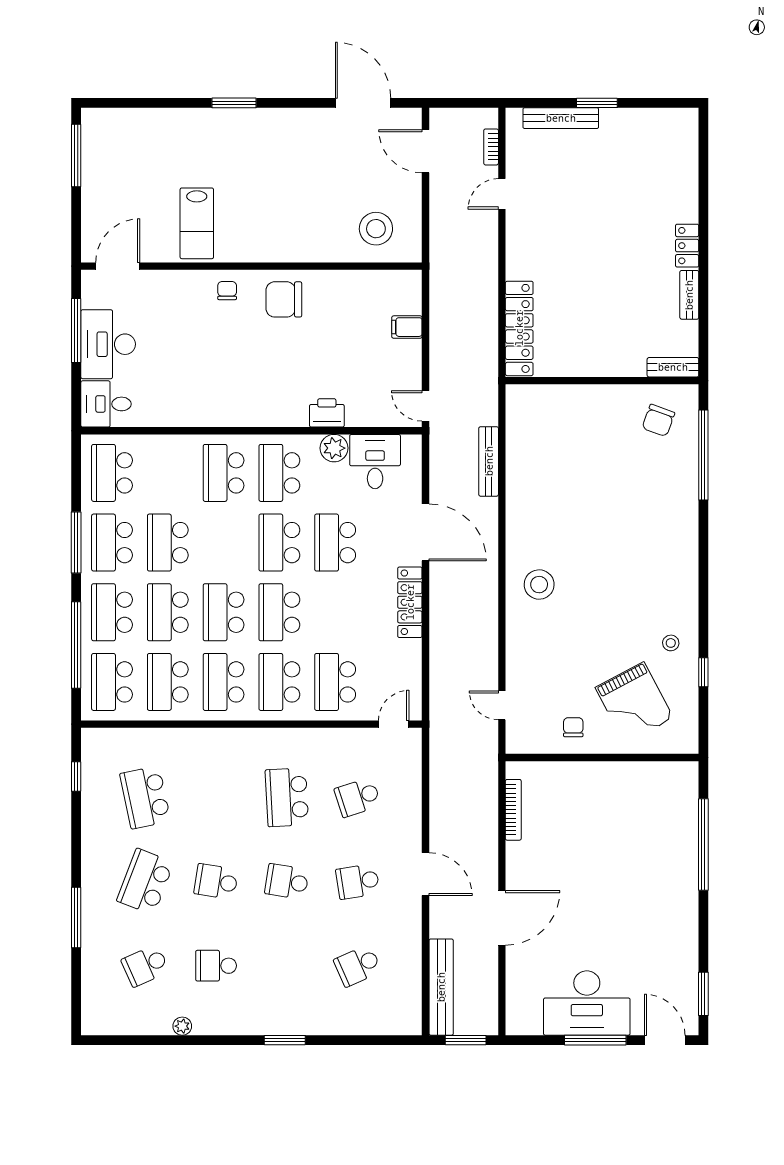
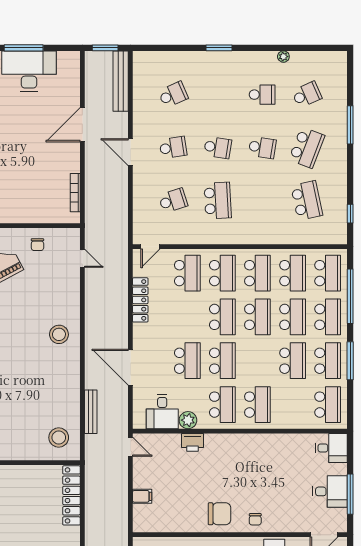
desk: (108, 344) -> (330, 491), width x0.73
stool: (540, 421) -> (59, 438), added
locker: (410, 602) -> (140, 300), moved

